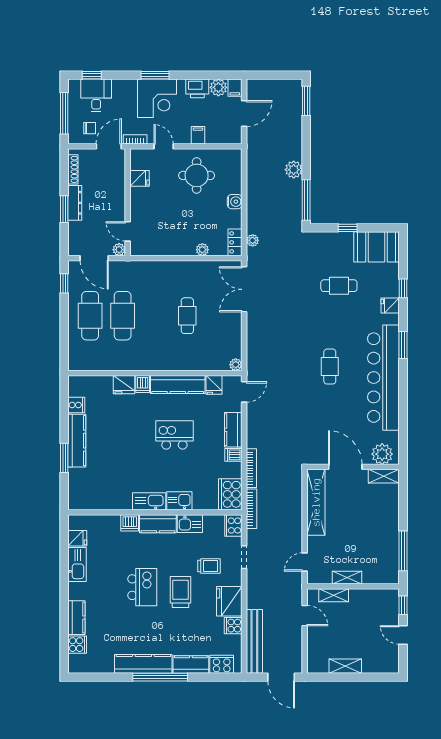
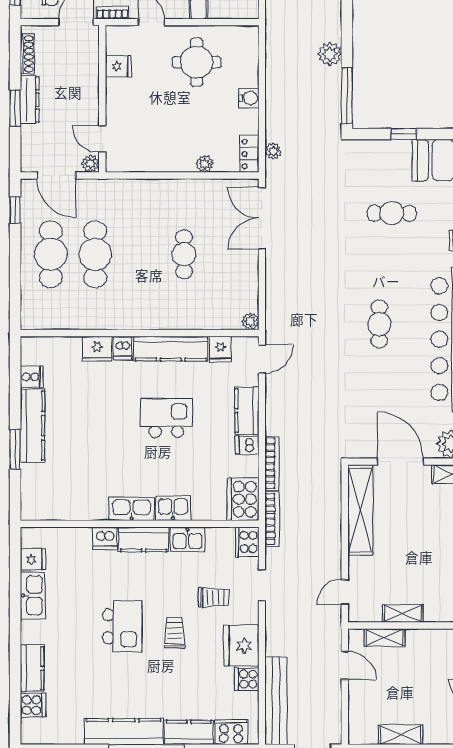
trolley: (180, 592) -> (175, 633), width x0.73, depth x0.72

